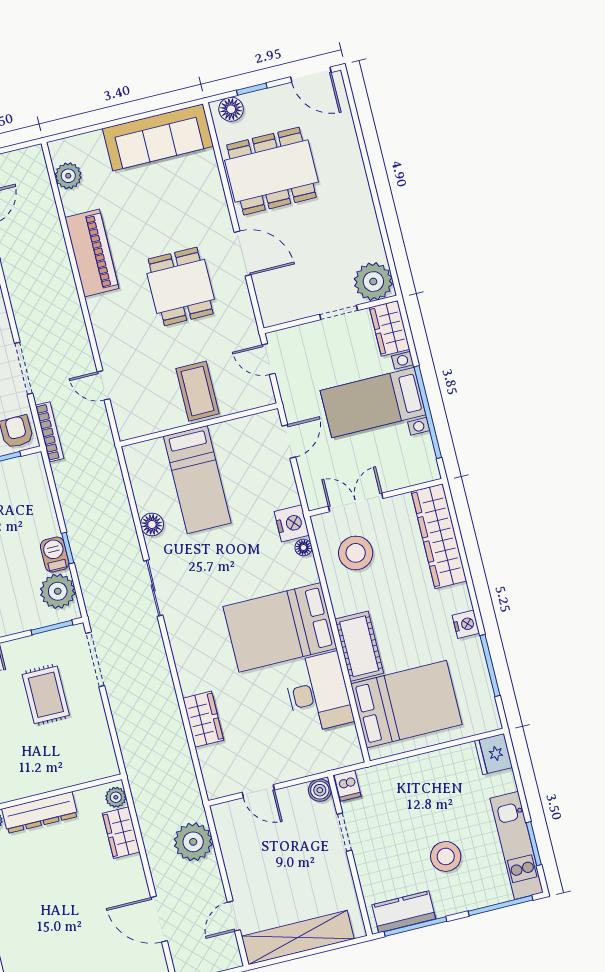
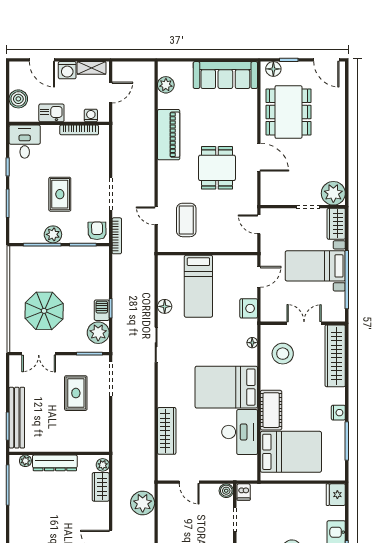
dining table: (271, 171) -> (288, 112), turned 90
coffee table: (198, 391) -> (186, 220), moved
double door: (356, 502) -> (304, 323), moved
nightstand: (292, 523) -> (249, 308), moved
wardrobe: (203, 719) -> (167, 431), width x1.50

